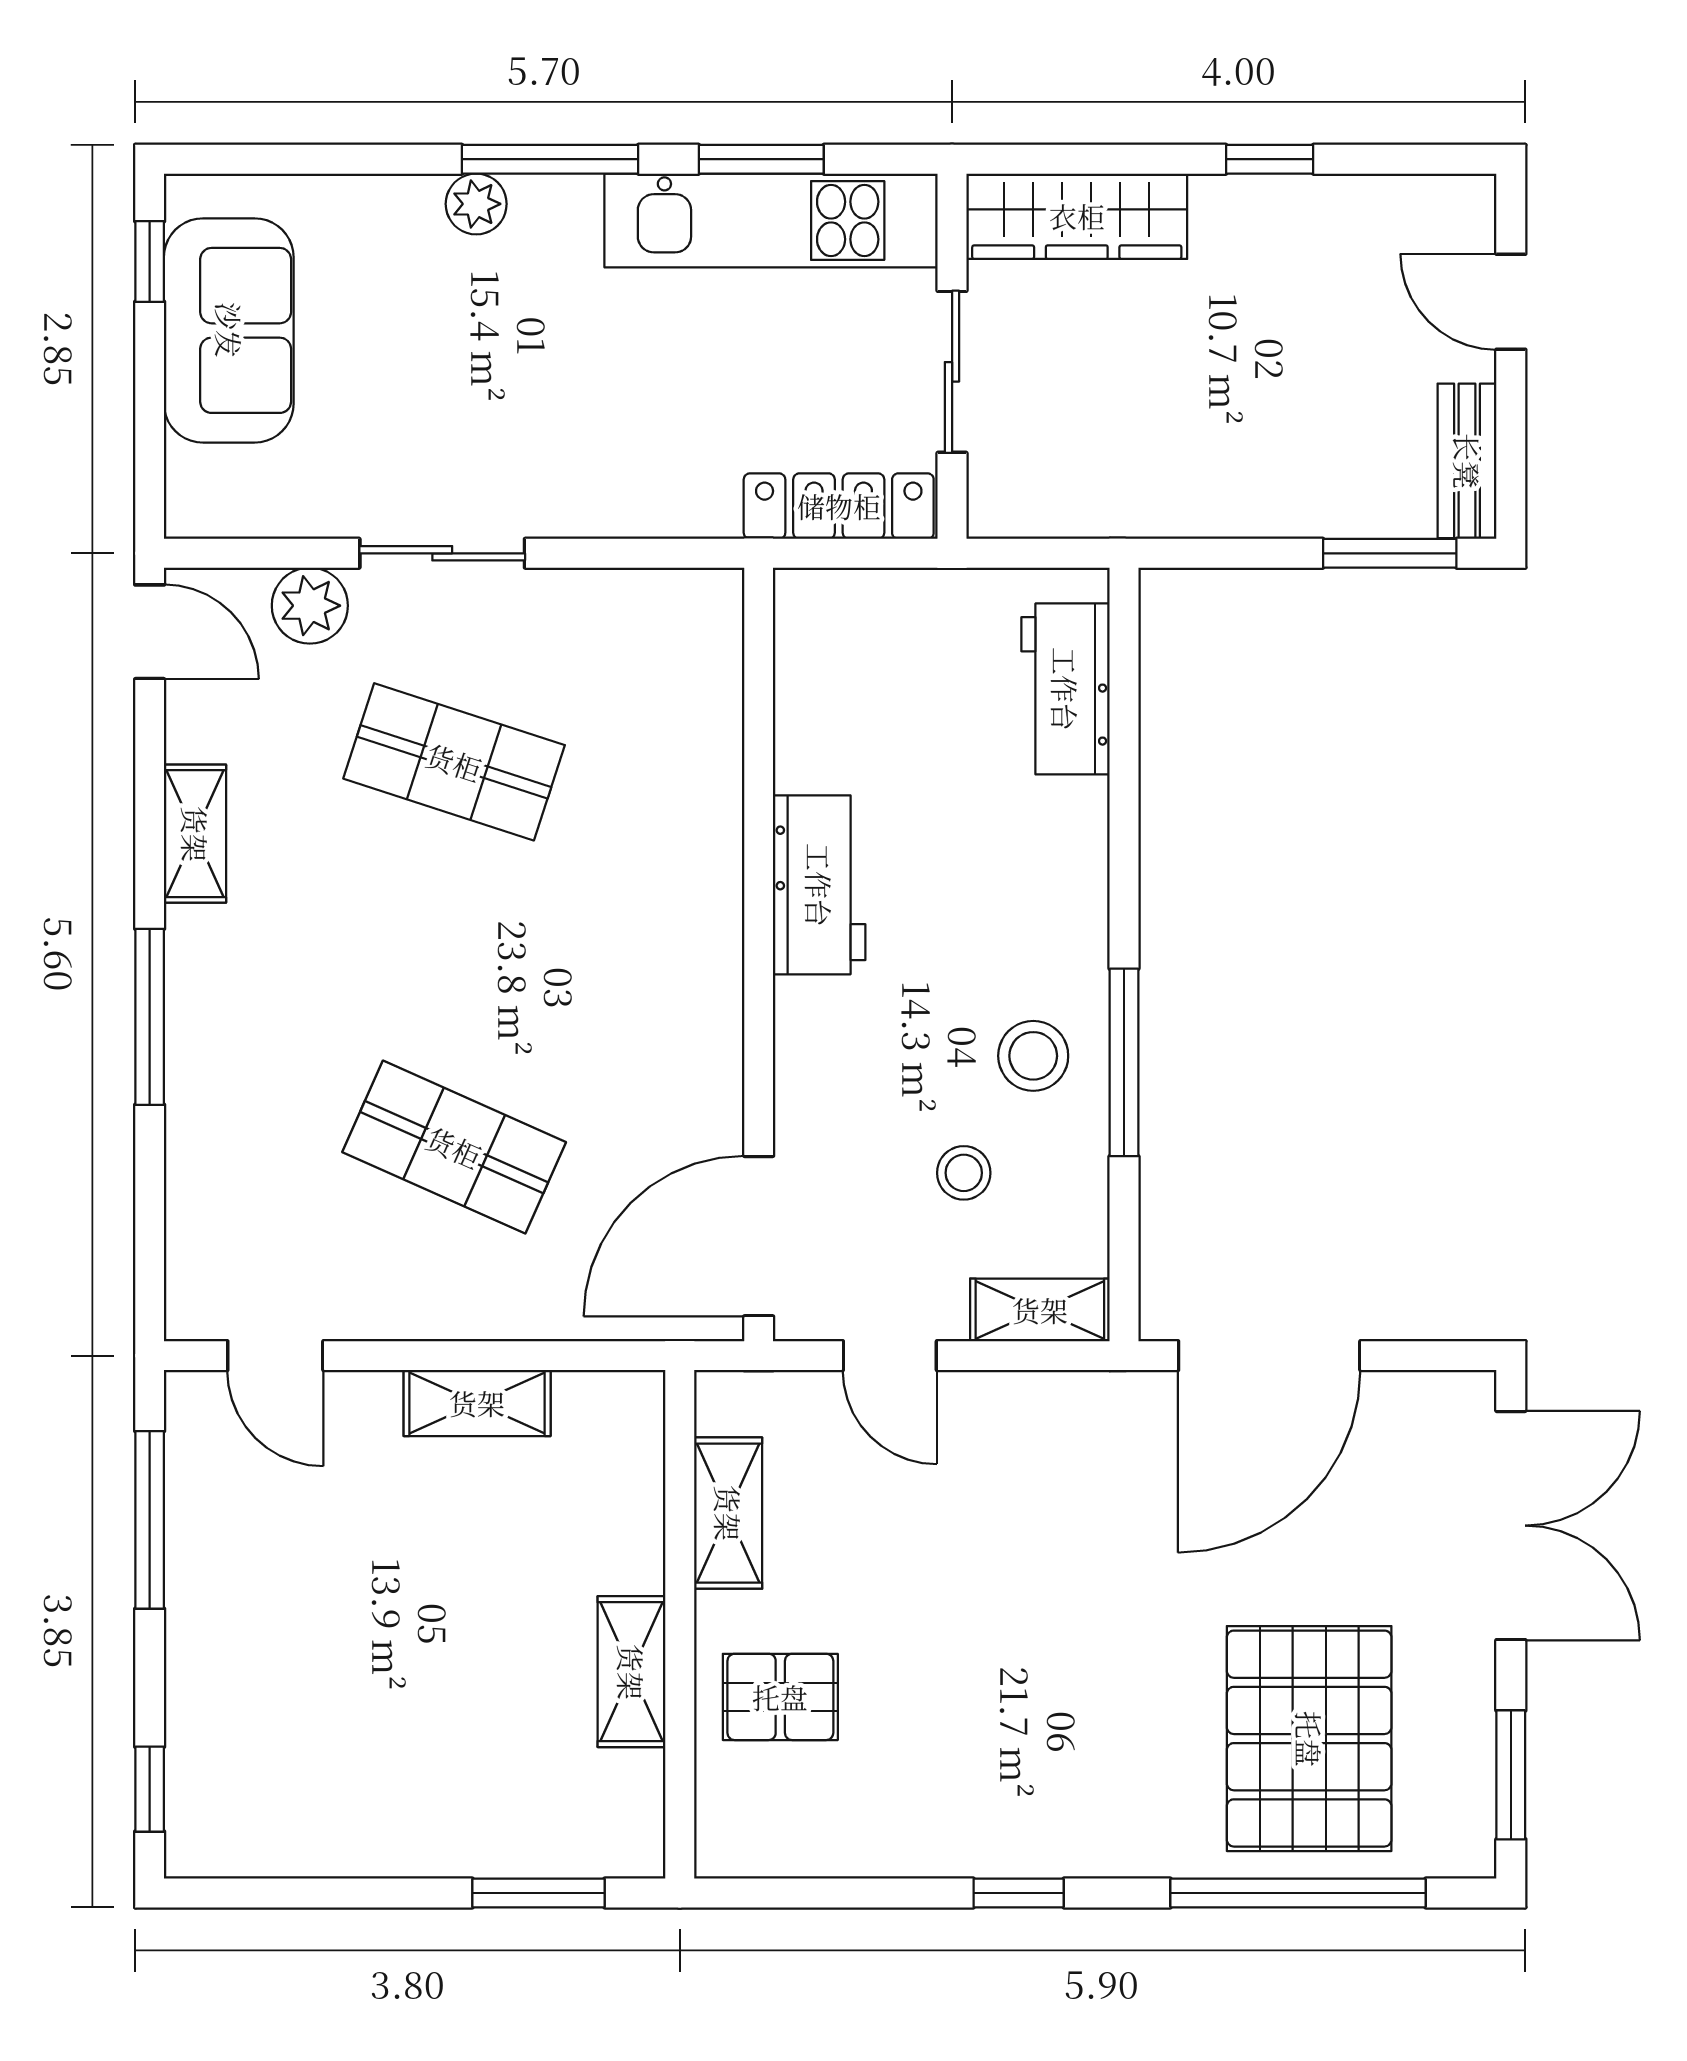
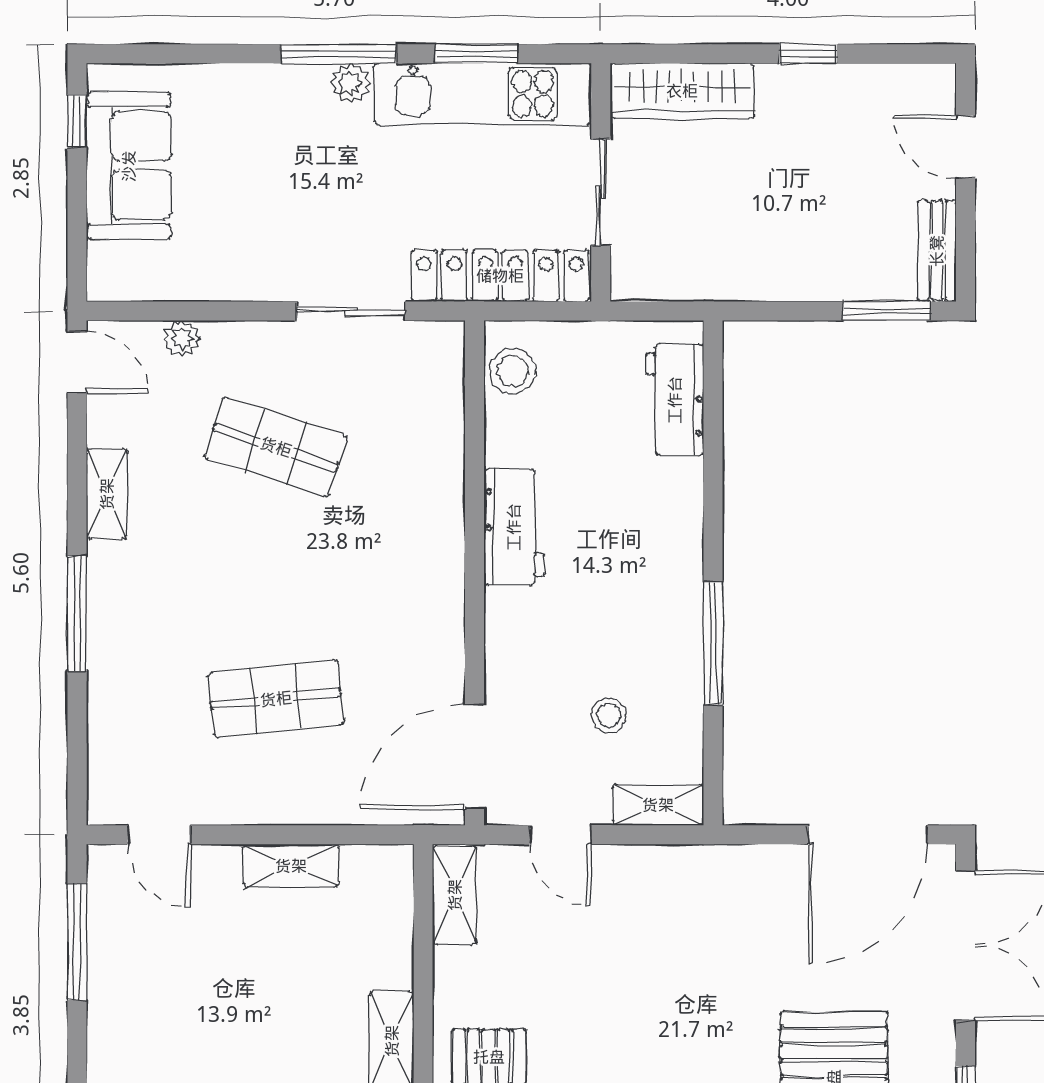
plant: (476, 204) -> (350, 83), moved
locker: (839, 506) -> (500, 276), width x1.41, depth x1.21
sliding door: (442, 553) -> (351, 311), moved
plant: (310, 606) -> (182, 338), width x0.73, depth x0.73
stool: (1033, 1056) -> (513, 371), moved
shop shelf: (454, 1147) -> (276, 699), turned -30
door: (1269, 1356) -> (868, 835), moved
shelving: (728, 1513) -> (455, 895), moved

